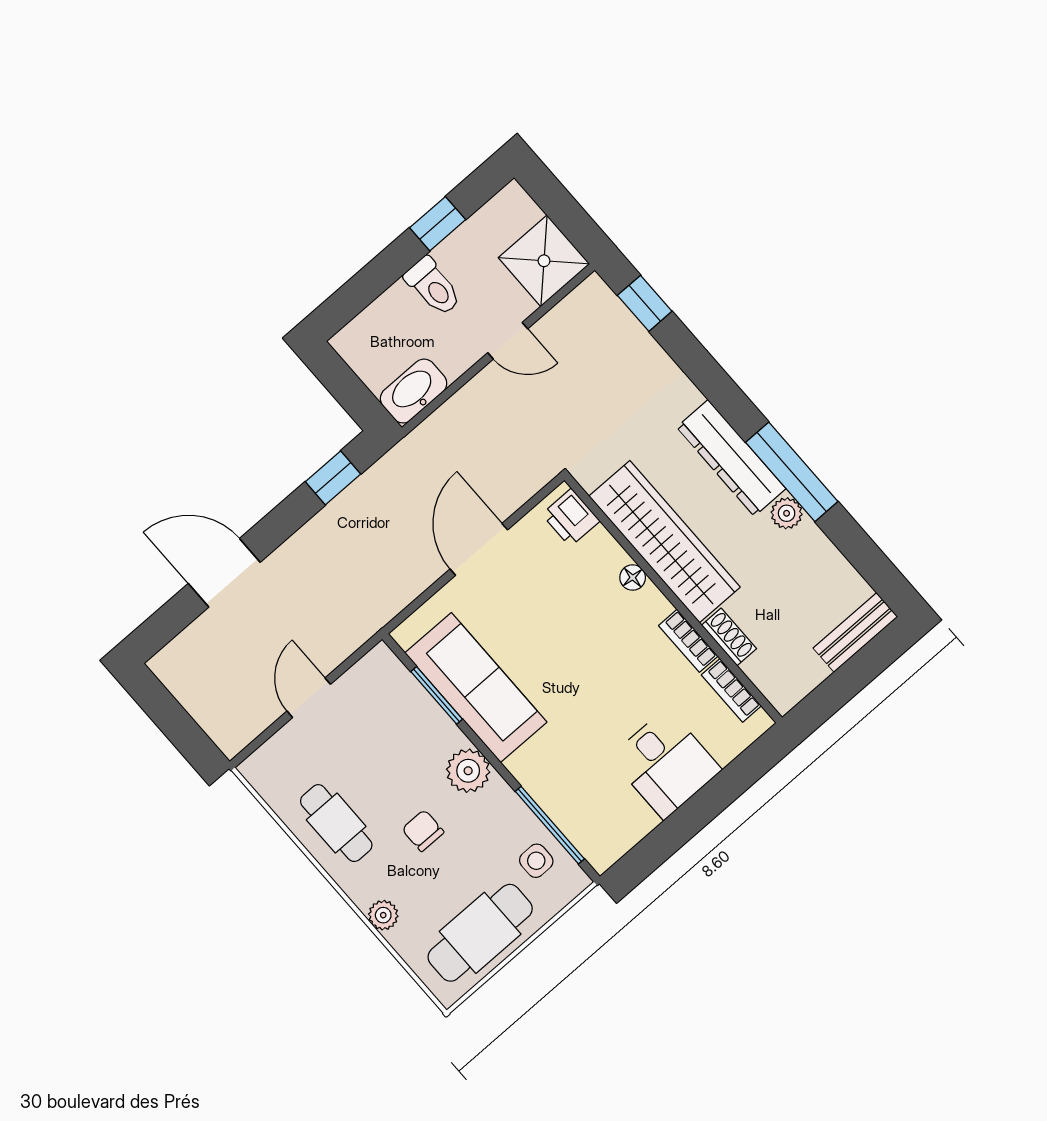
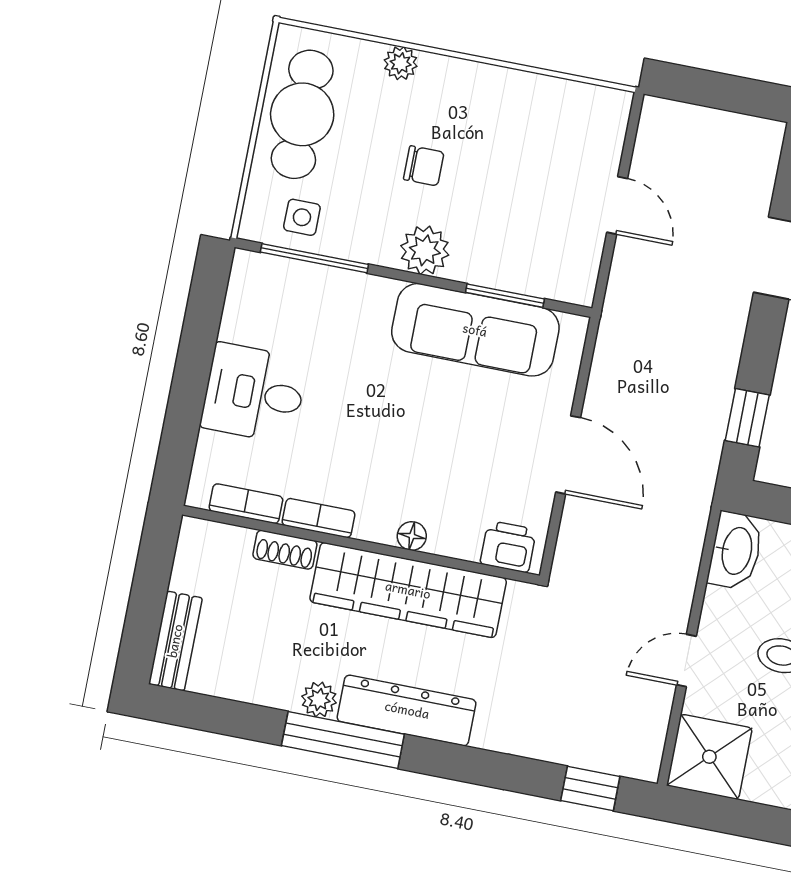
cafe table: (336, 823) -> (506, 113), removed

